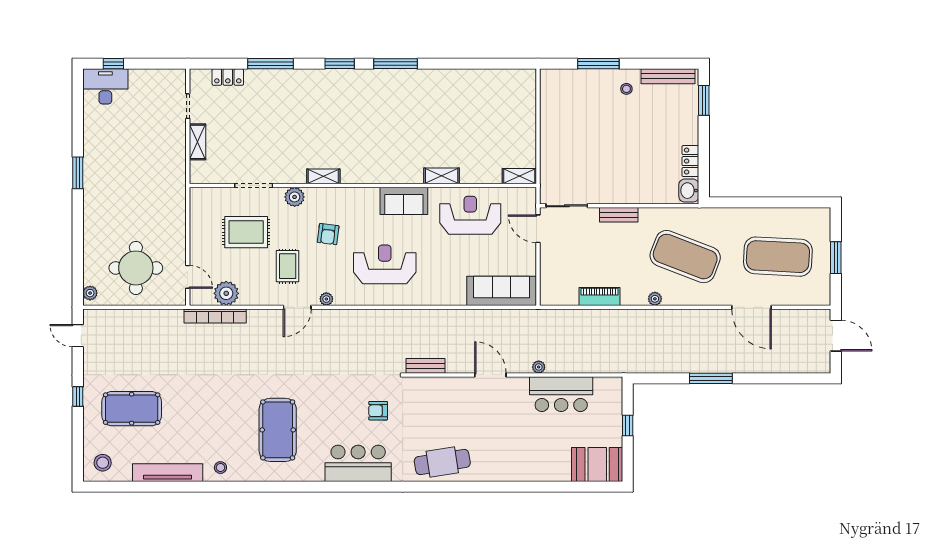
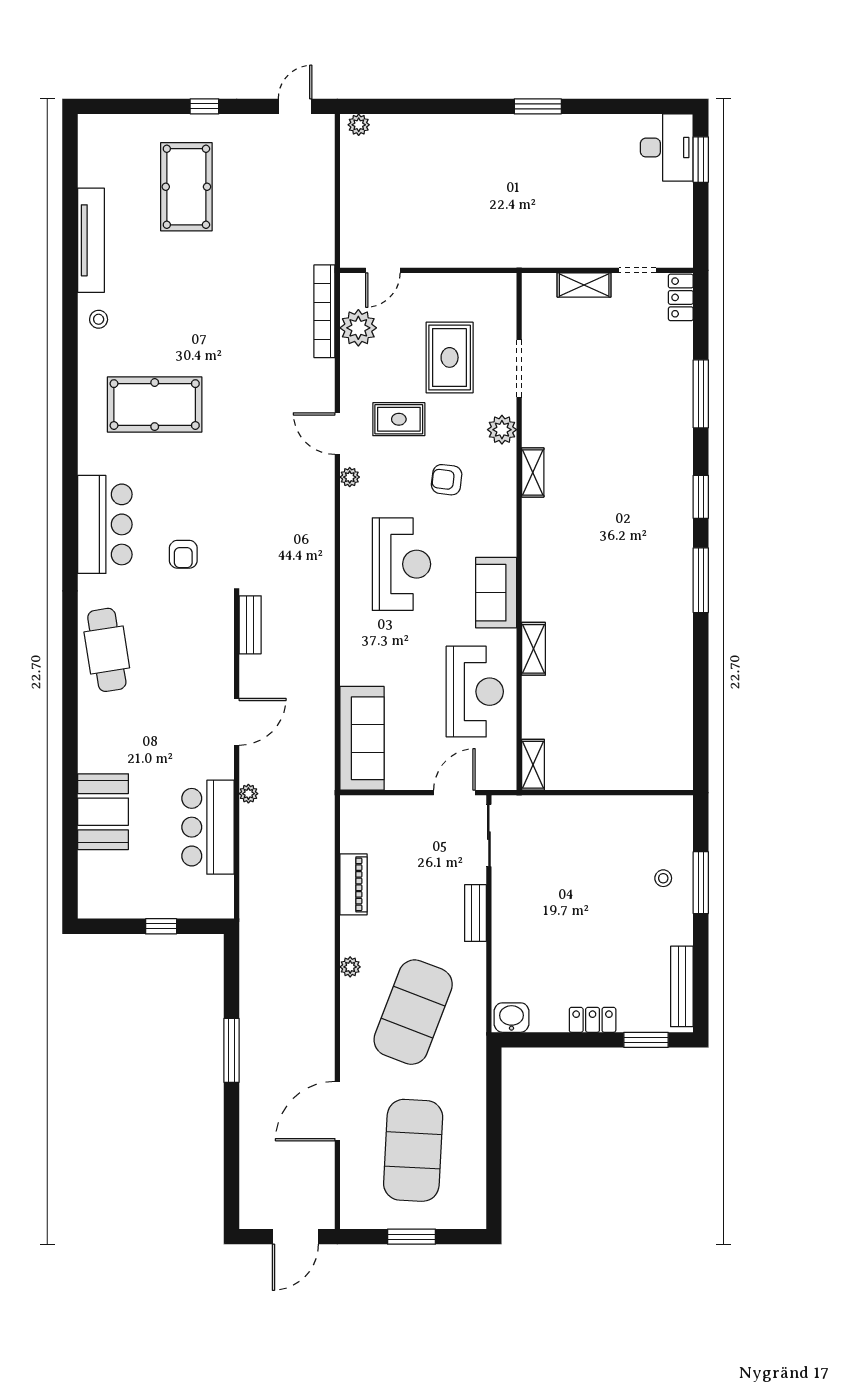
window: (113, 64) -> (701, 160), width x1.50
locker: (228, 77) -> (681, 297), moved
stool: (626, 89) -> (663, 878), moved
locker: (690, 161) -> (593, 1020), moved
round table: (136, 268) -> (396, 193), removed
armchair: (378, 411) -> (183, 554), turned 180
stool: (103, 463) -> (106, 144), removed
booth: (597, 465) -> (103, 812), moved

